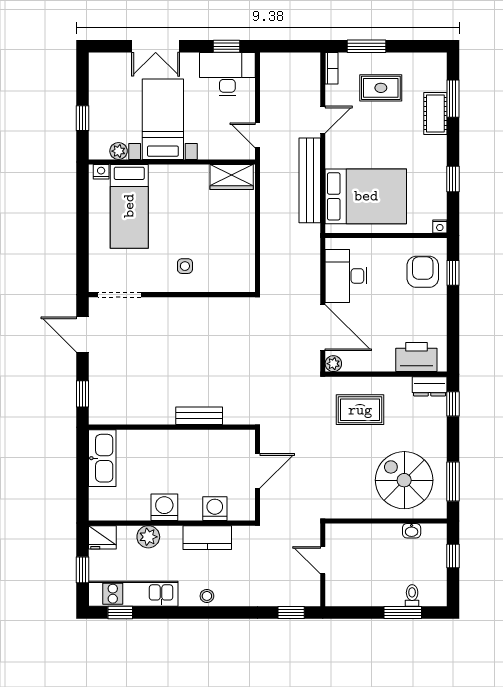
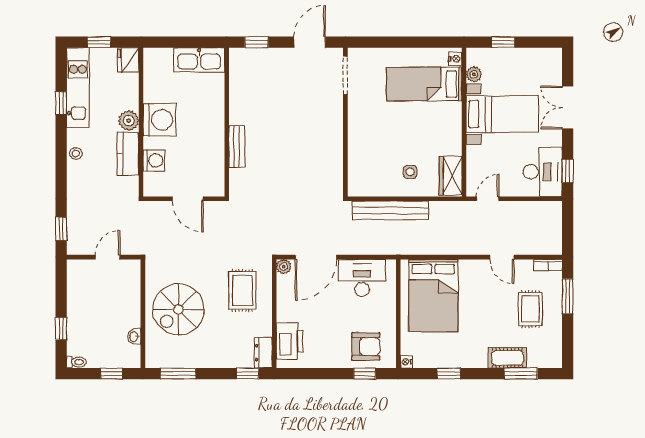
bench: (310, 180) -> (391, 210), moved
side table: (185, 266) -> (410, 172), moved
spiral stairs: (404, 480) -> (178, 309), moved, turned 180
washing machine: (164, 507) -> (160, 120), width x1.37, depth x1.37
plant: (148, 537) -> (129, 121), moved
toilet: (412, 595) -> (76, 362), moved
window: (120, 612) -> (61, 103), moved
window: (403, 612) -> (61, 329), width x0.67

